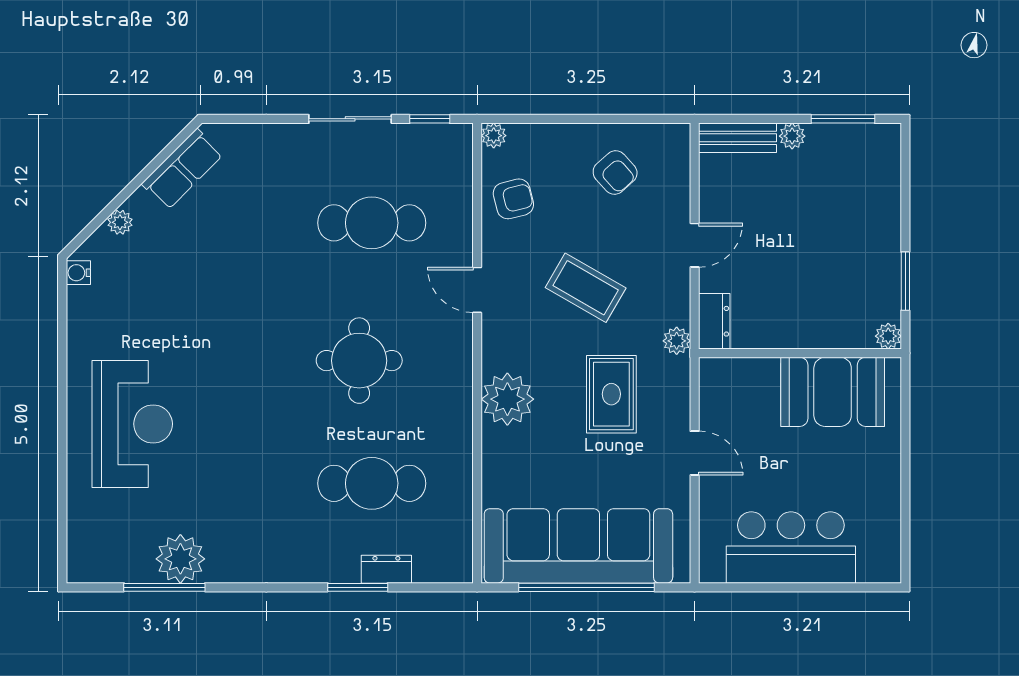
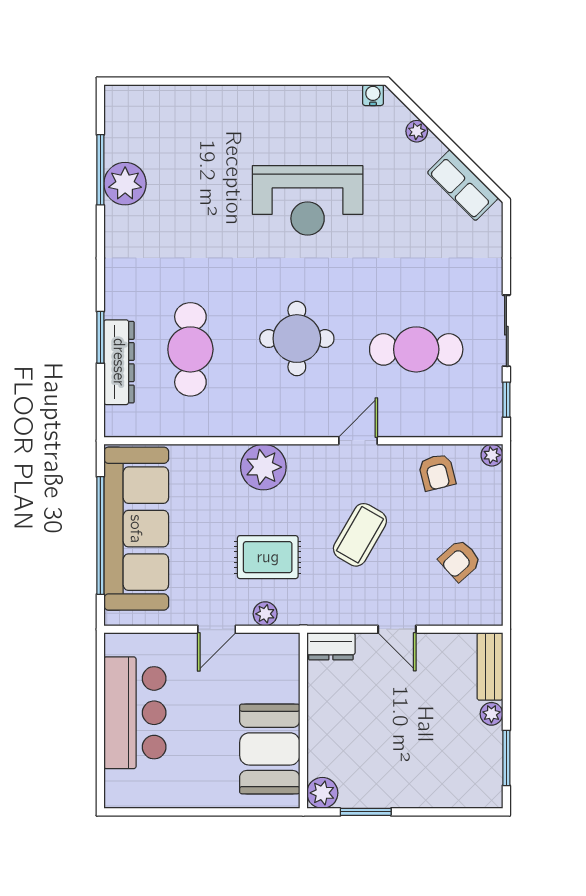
cafe table: (372, 223) -> (416, 349), turned 90
plant: (888, 336) -> (322, 793), width x1.38, depth x1.38
plant: (677, 341) -> (265, 614), moved
reception desk: (132, 424) -> (308, 200), moved
dresser: (386, 569) -> (119, 362), width x1.96, depth x1.24

